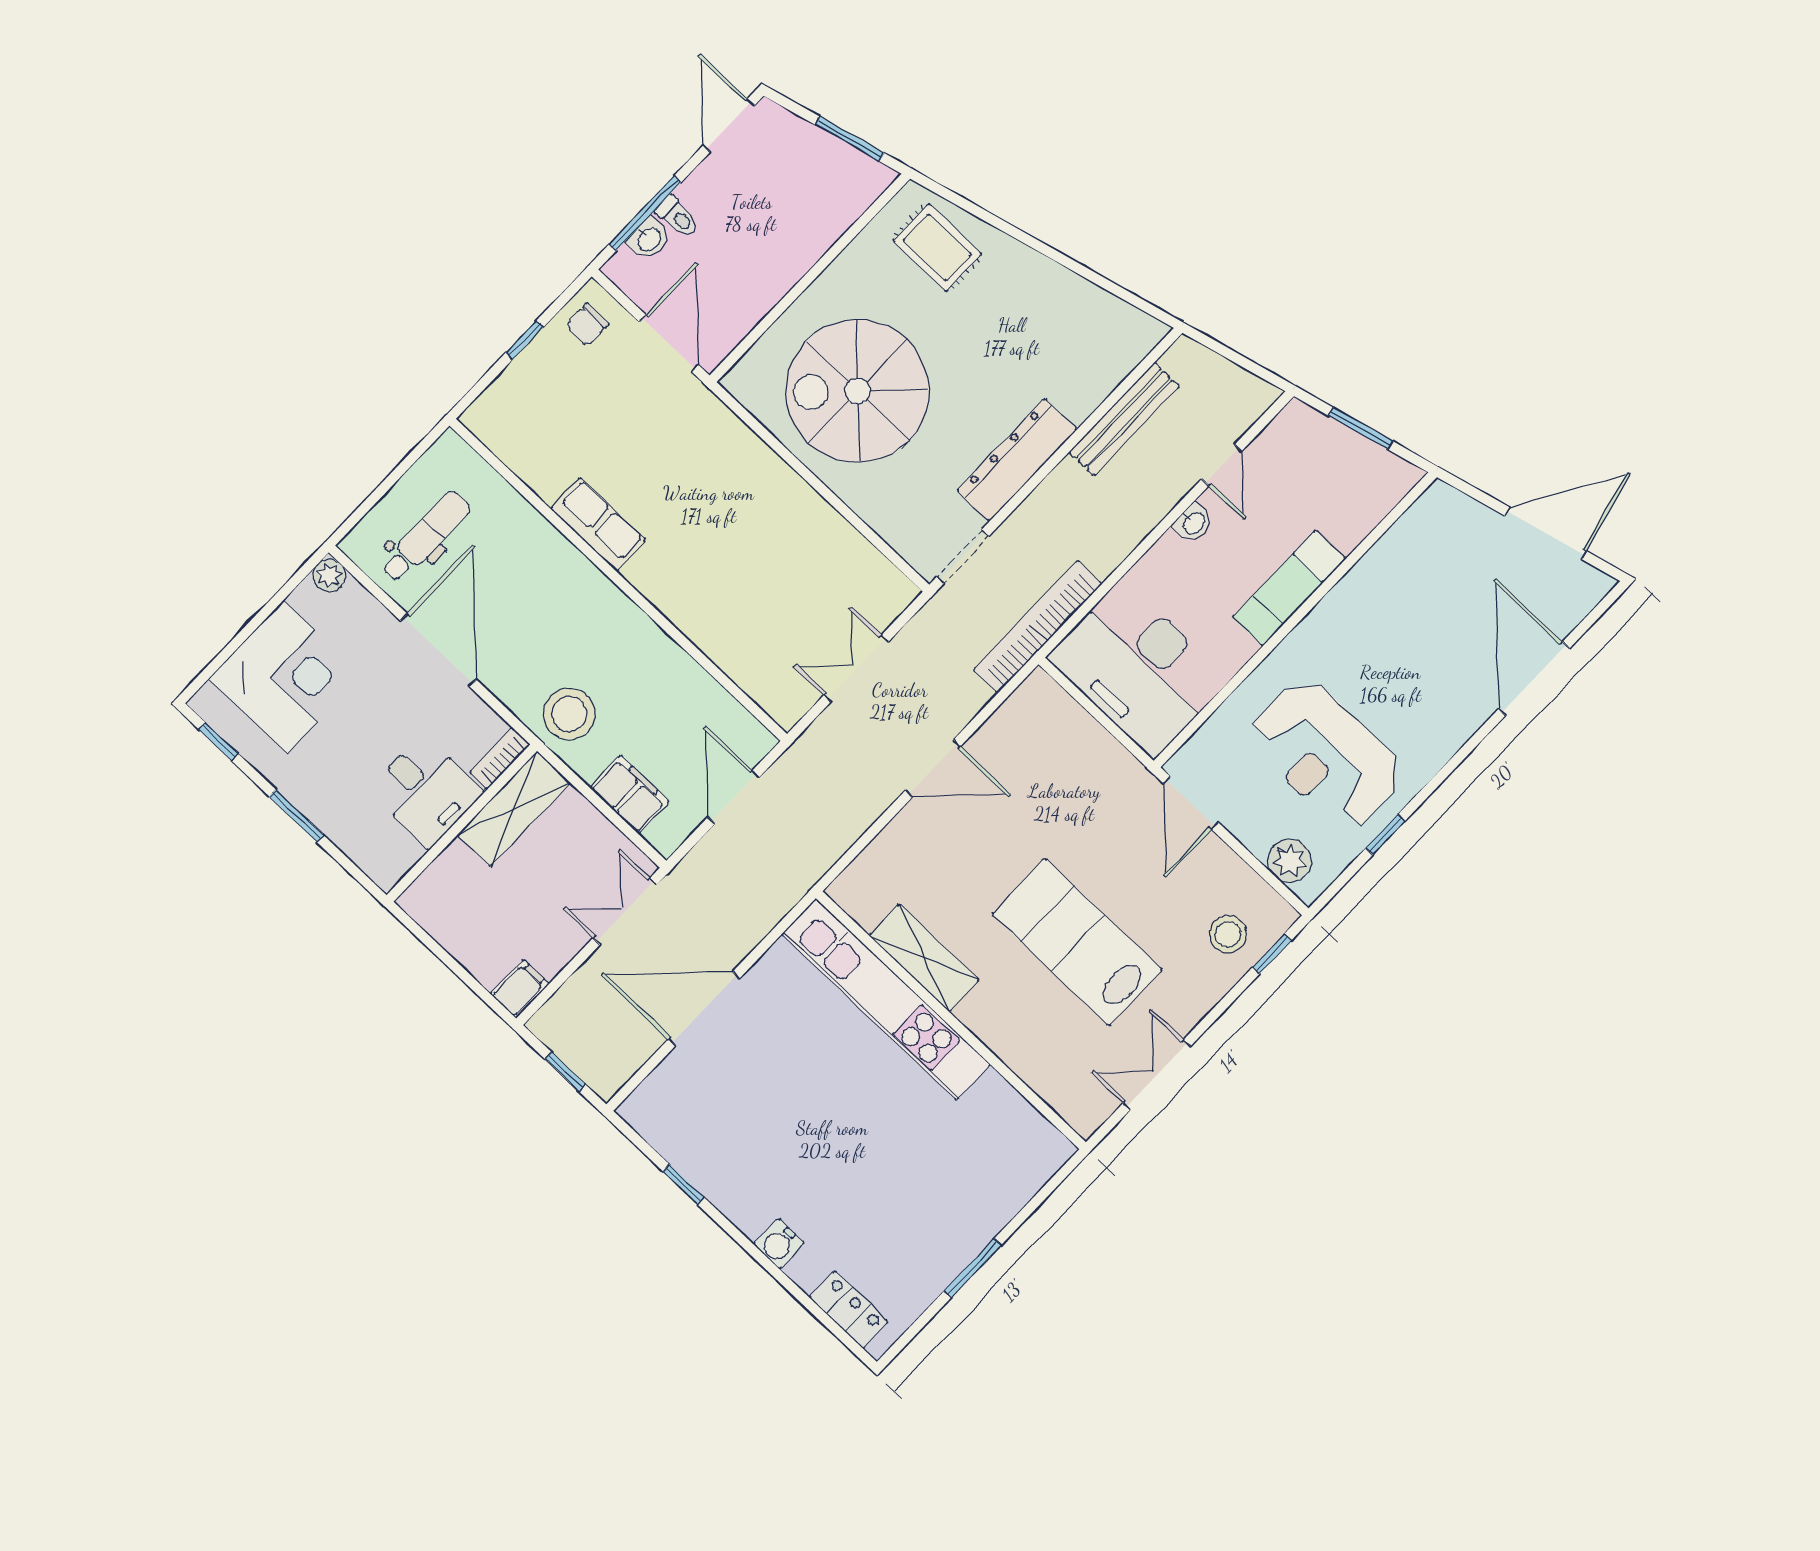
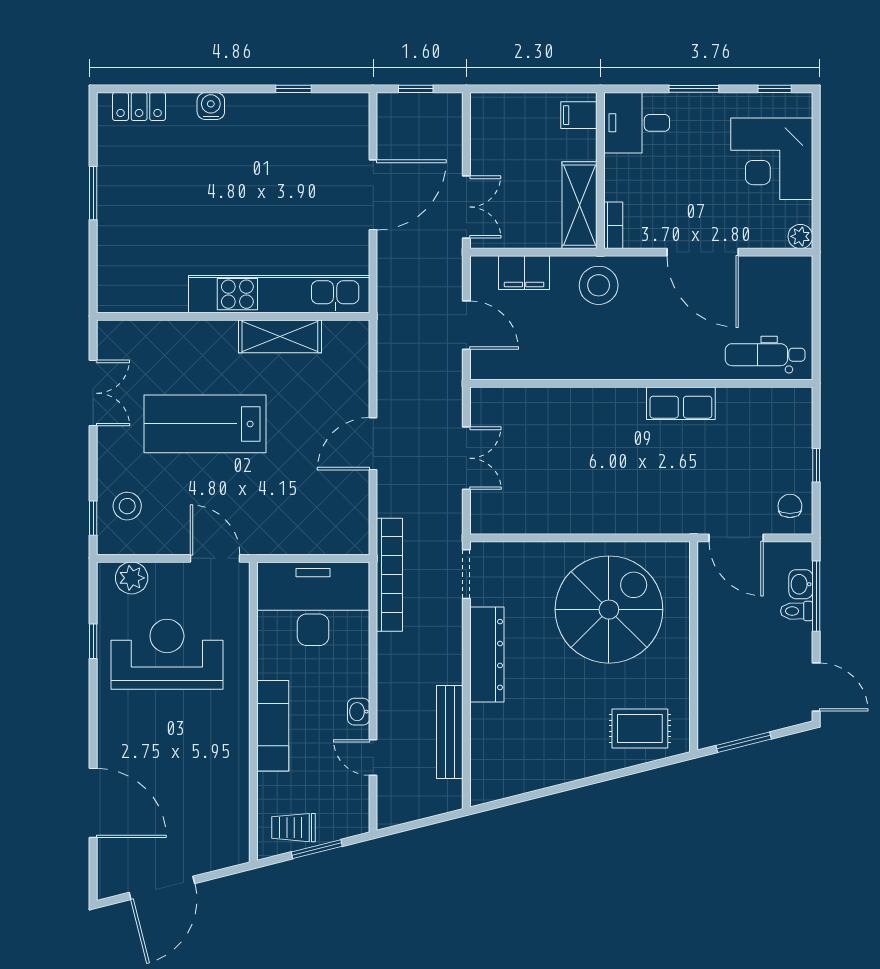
trolley: (1363, 471) -> (293, 828), added
dental chair: (426, 536) -> (765, 355), moved, turned 90
desk: (425, 791) -> (637, 123), moved
lab bench: (1077, 942) -> (205, 424), turned 180
filing cabinet: (520, 989) -> (579, 115), moved, turned 90

